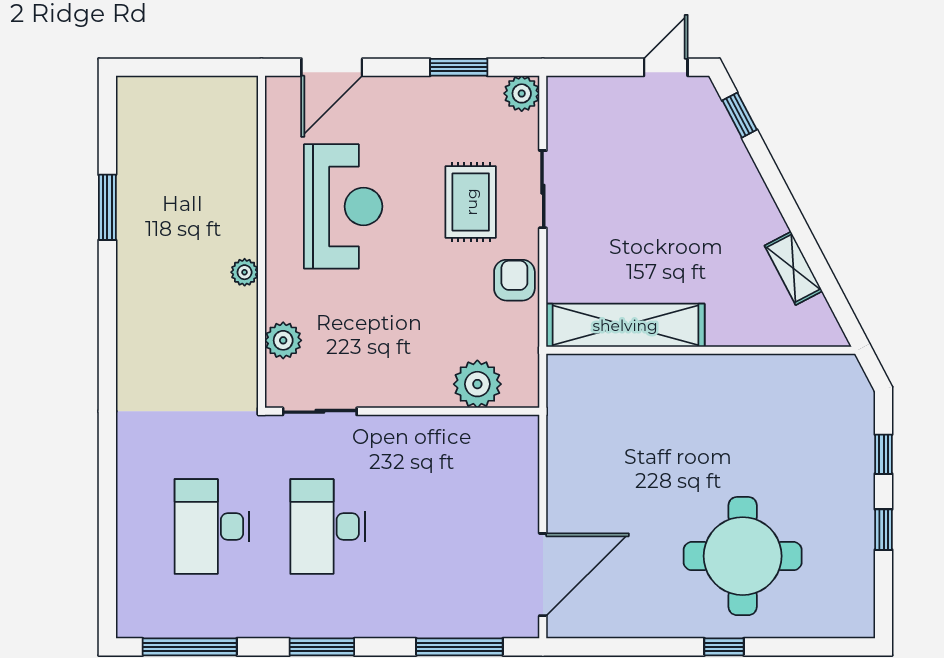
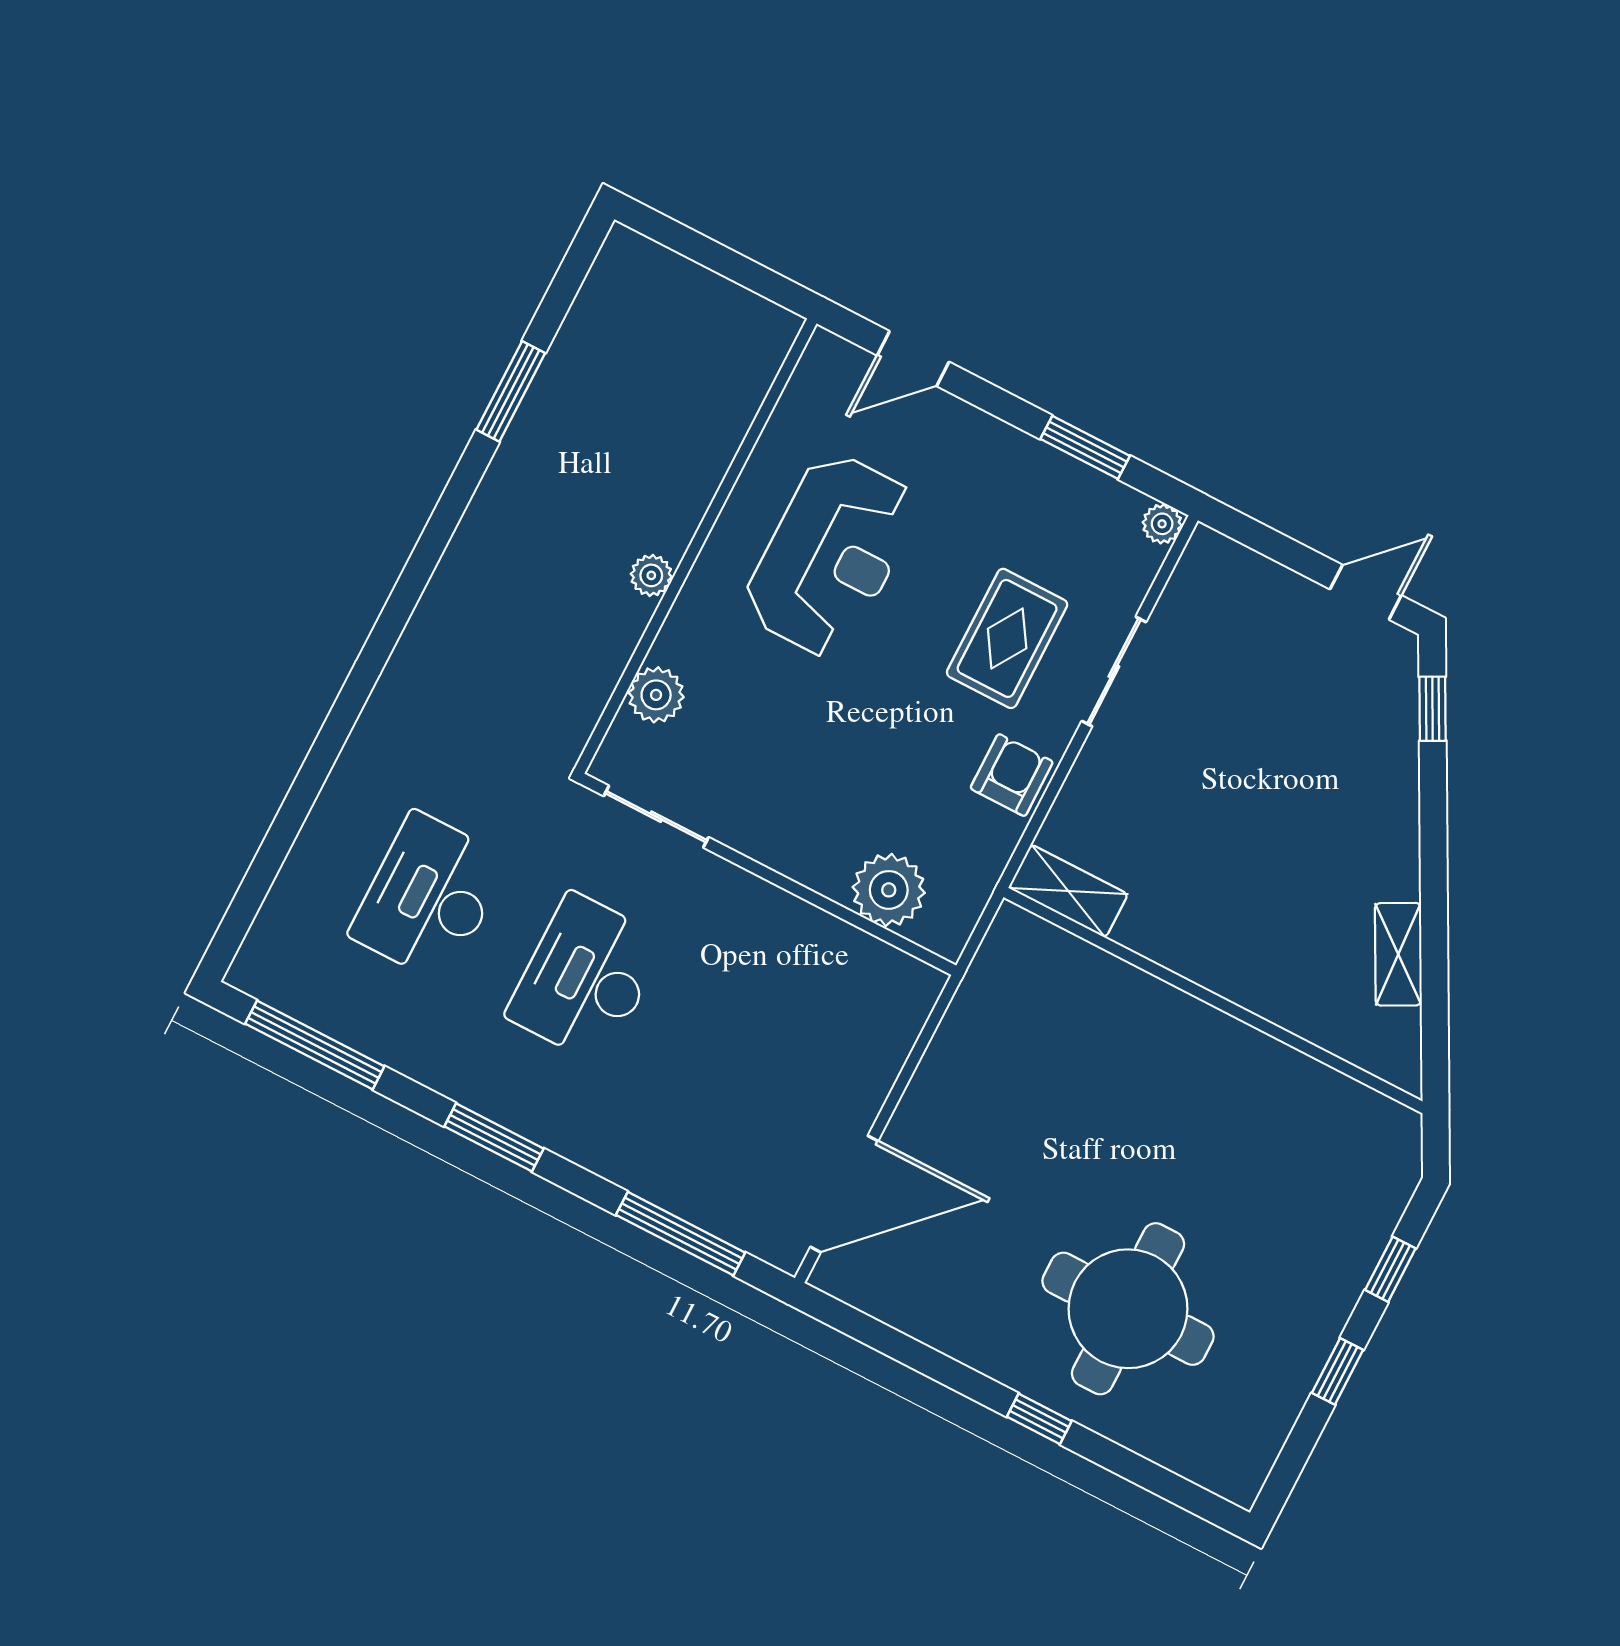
door: (332, 67) -> (913, 359), width x0.73
plant: (522, 93) -> (1162, 524), width x0.73, depth x0.73
shelving: (625, 325) -> (1068, 891), width x0.45, depth x0.75

